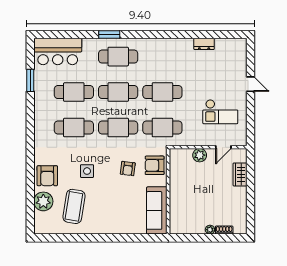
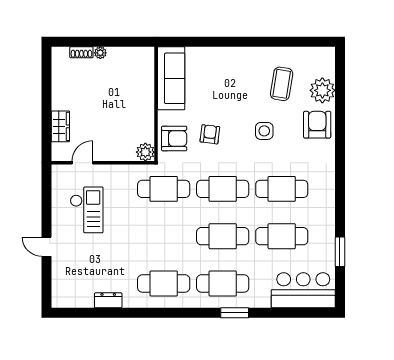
cafe table: (162, 92) -> (164, 283), moved
checkout: (220, 112) -> (87, 210), turned 90
plant: (200, 155) -> (145, 152), moved
coffee table: (74, 206) -> (282, 84), width x0.73, depth x0.76

